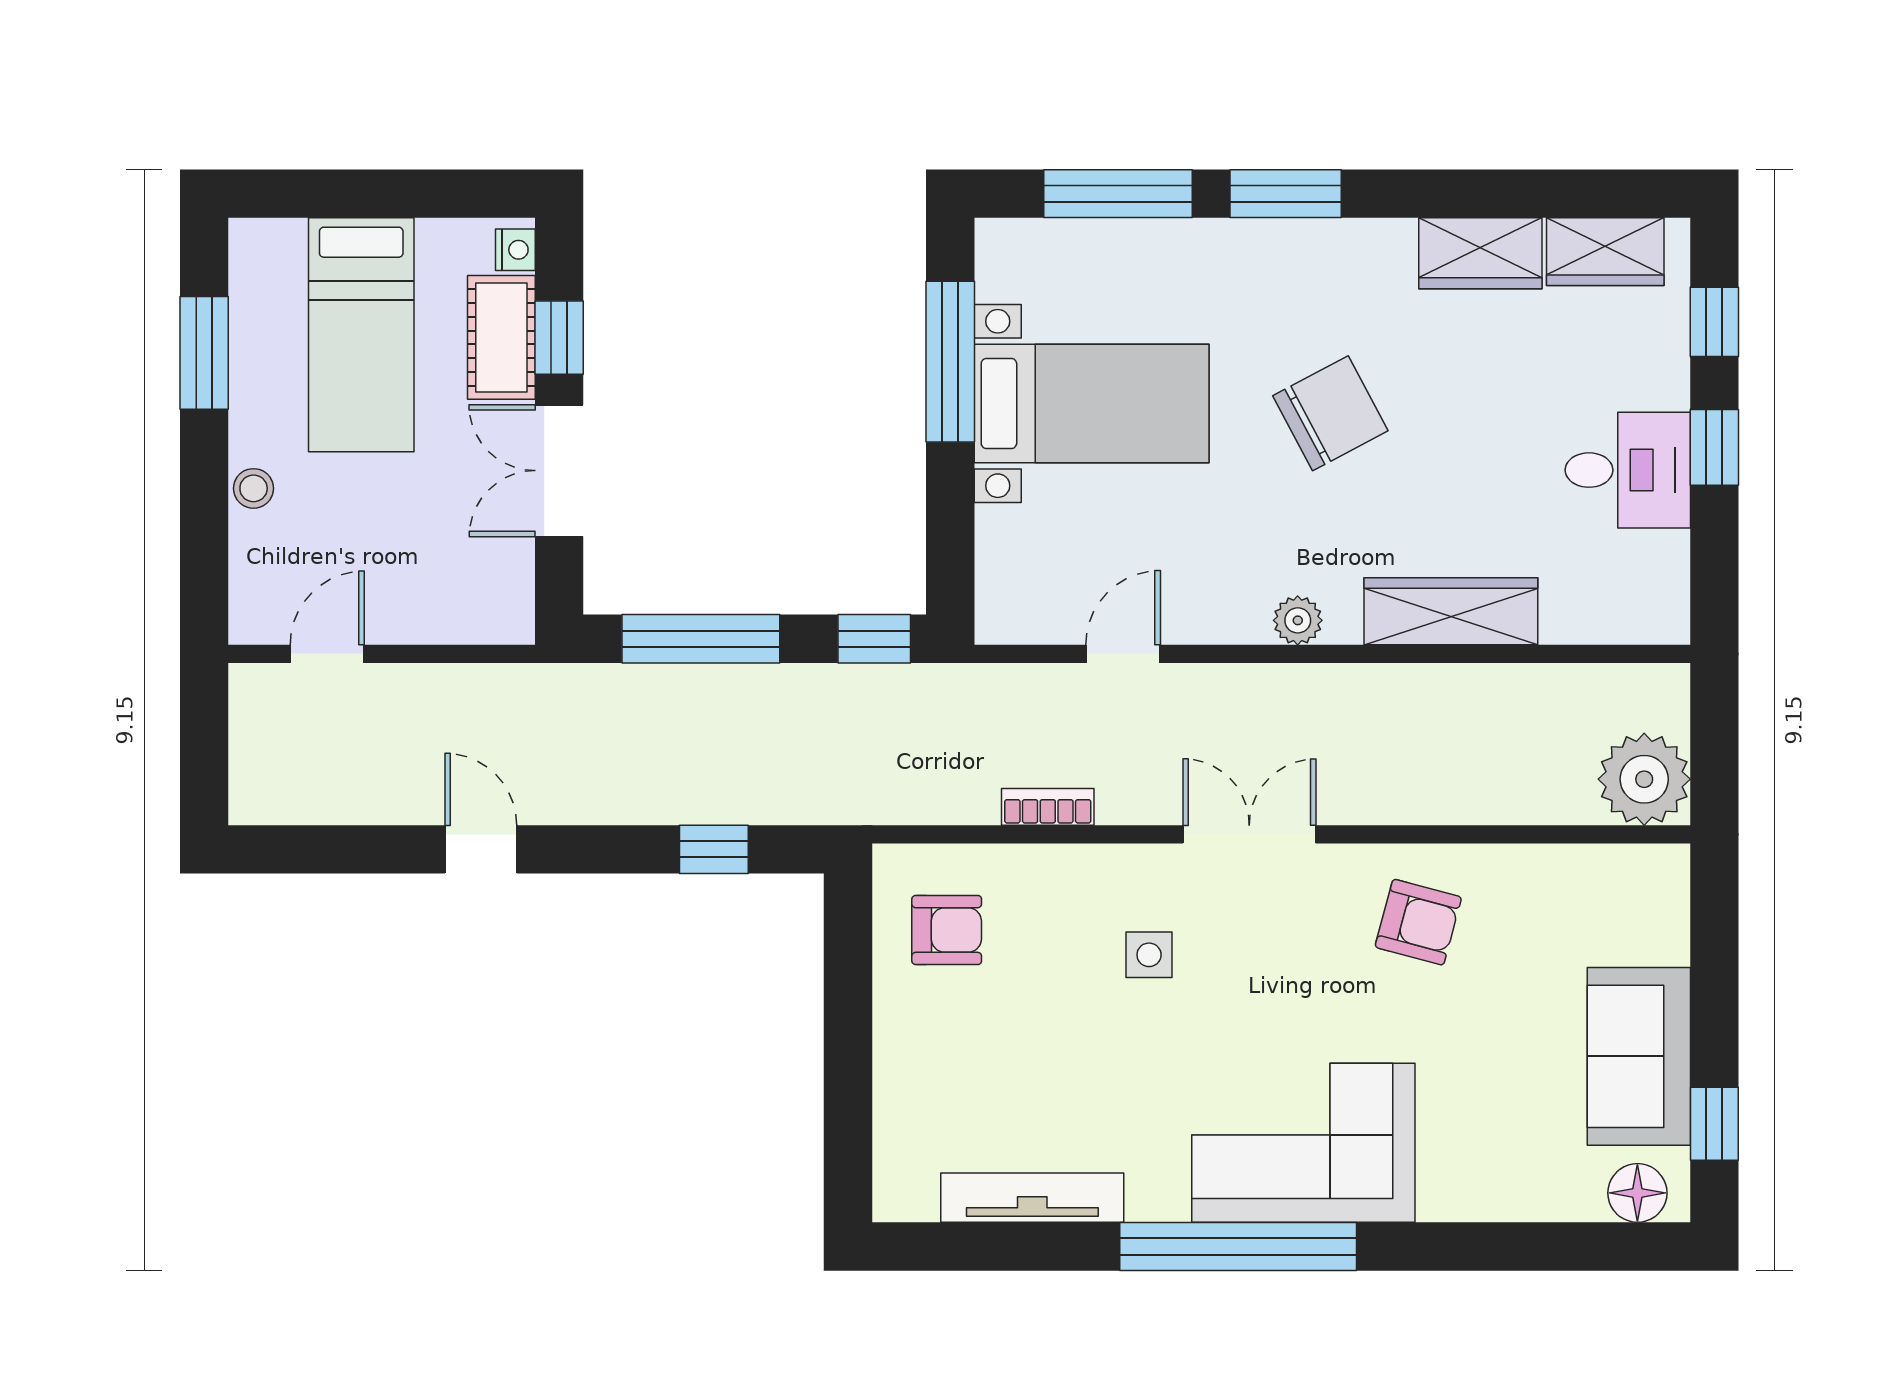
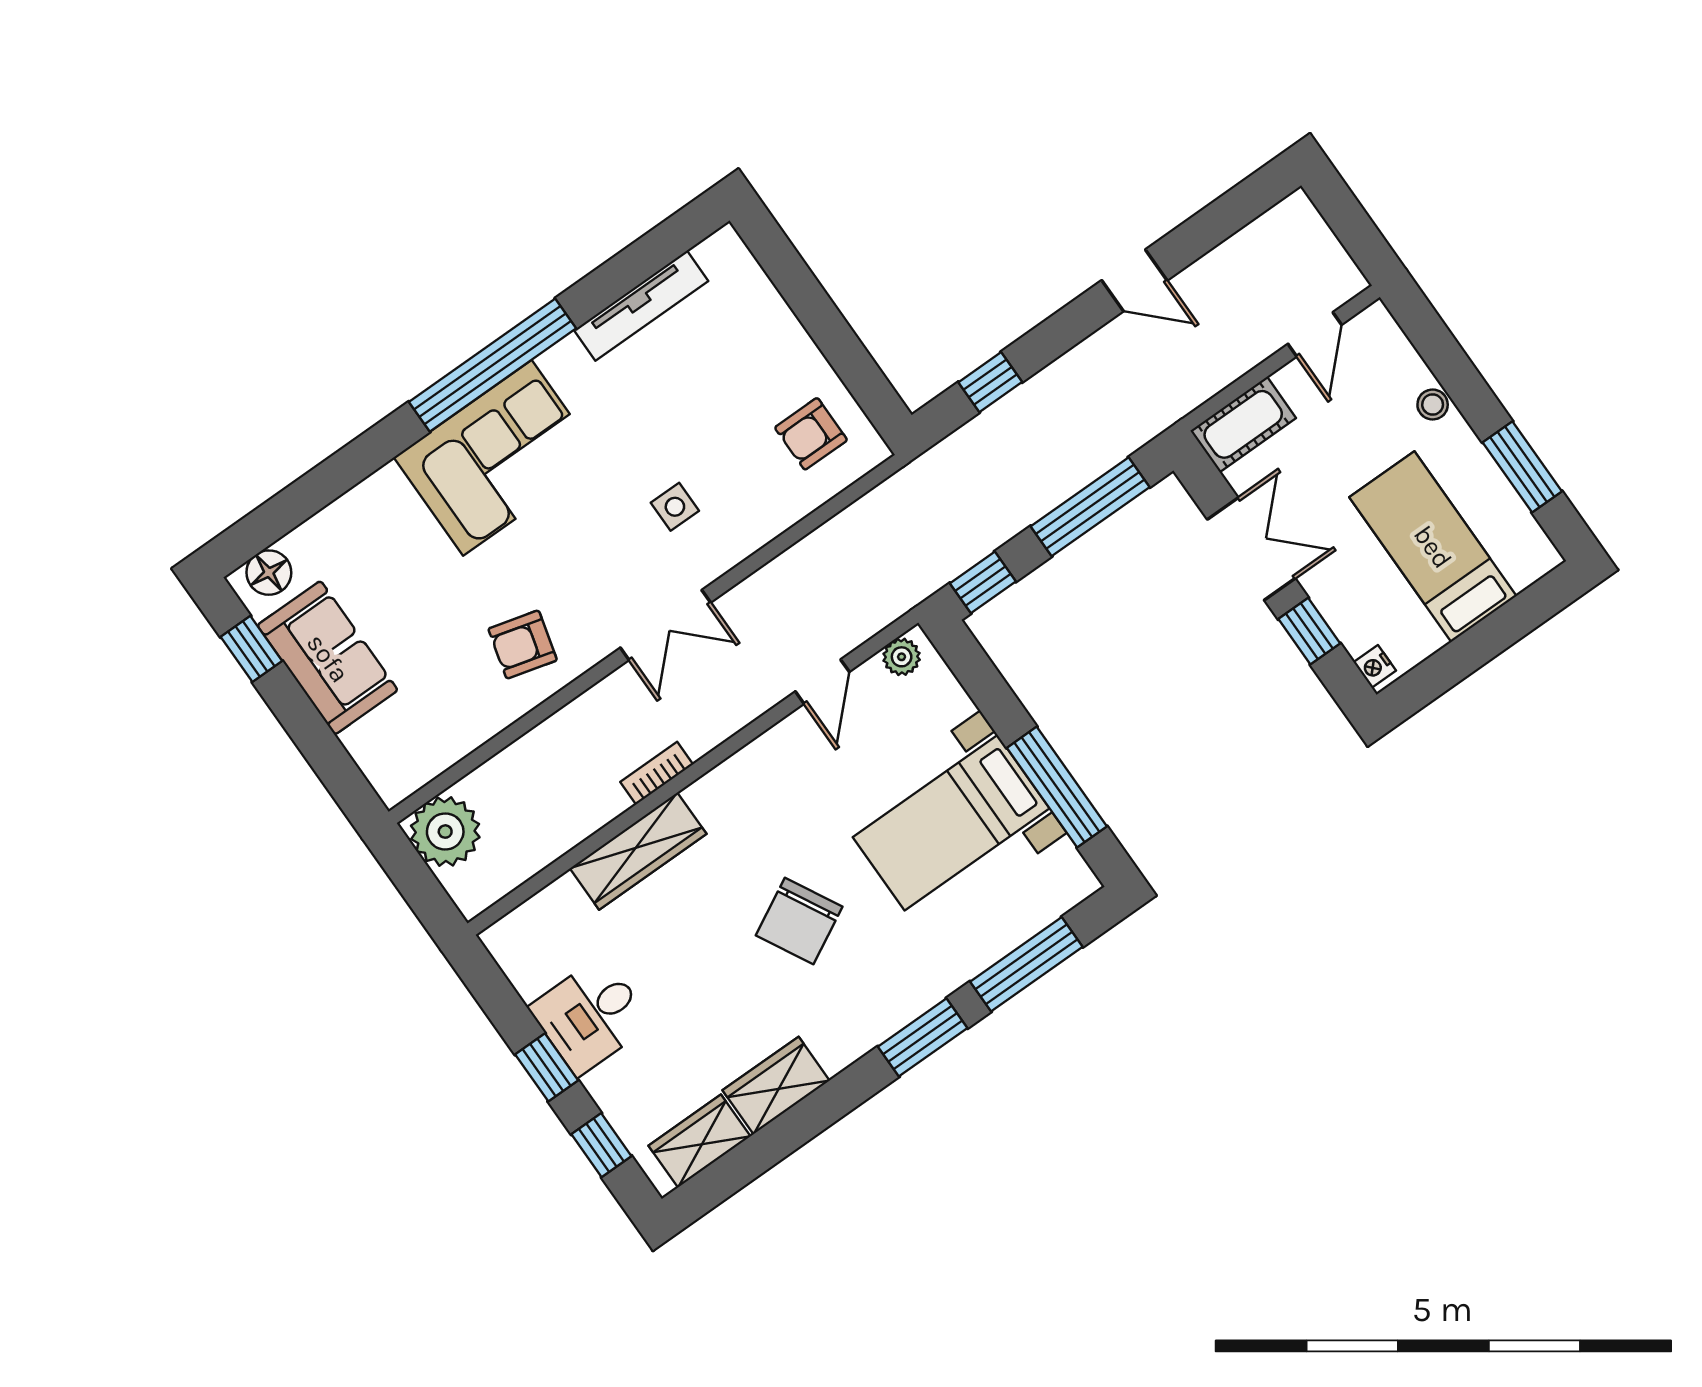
cot: (501, 337) -> (1243, 424), moved, turned 90
plant: (1298, 620) -> (902, 657), moved
bookcase: (1048, 807) -> (657, 773), moved, turned 180

